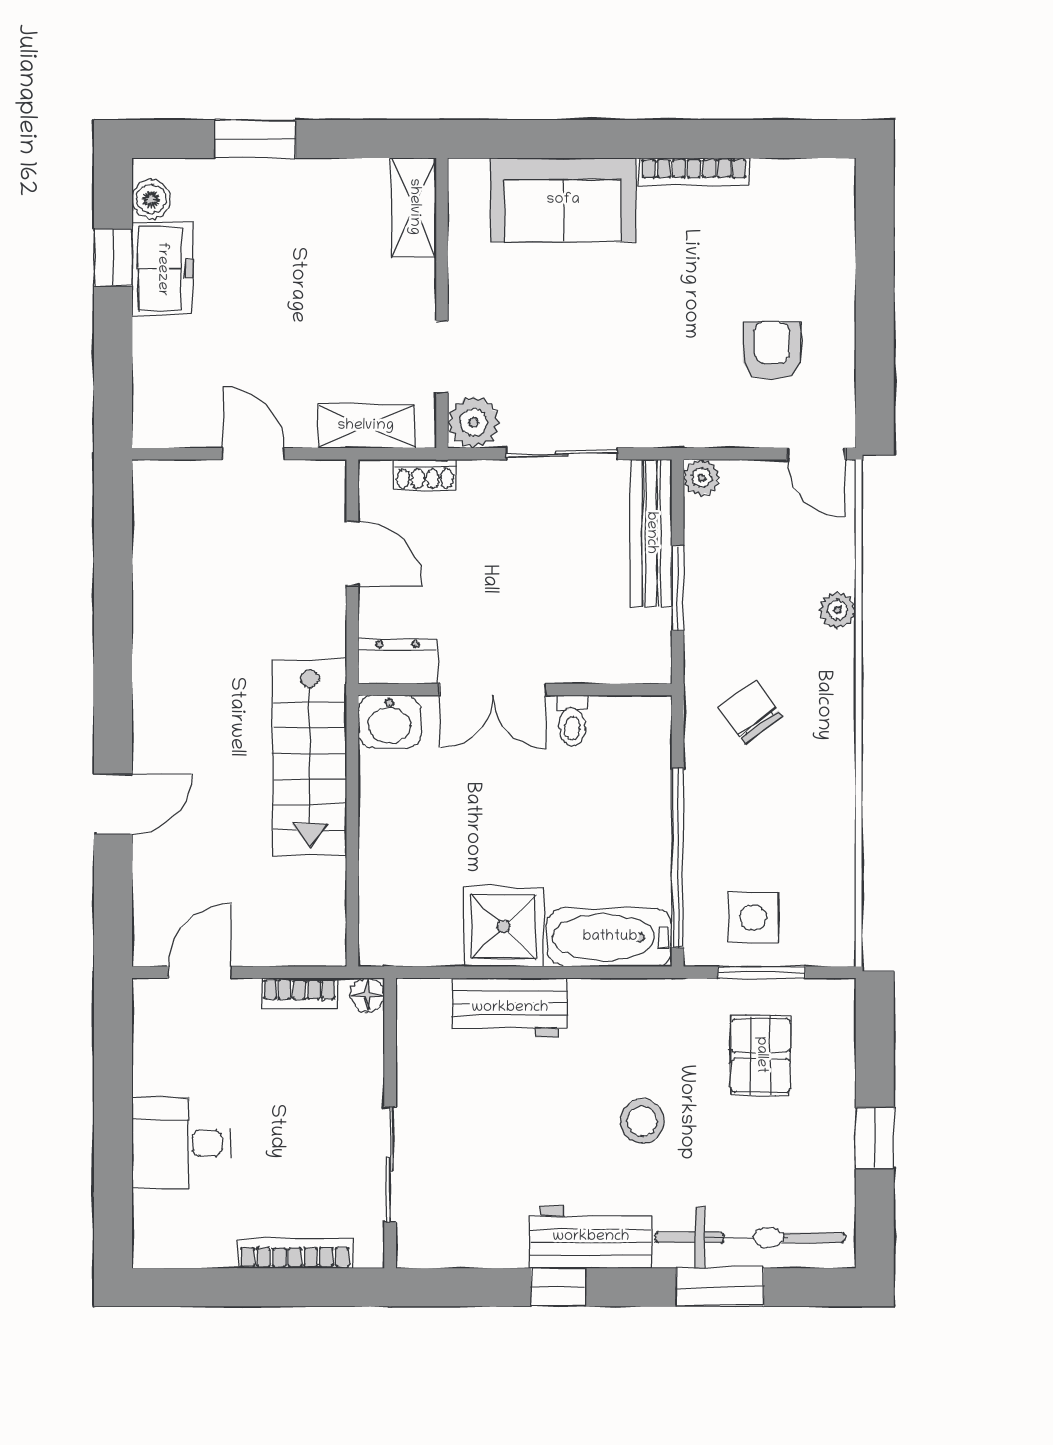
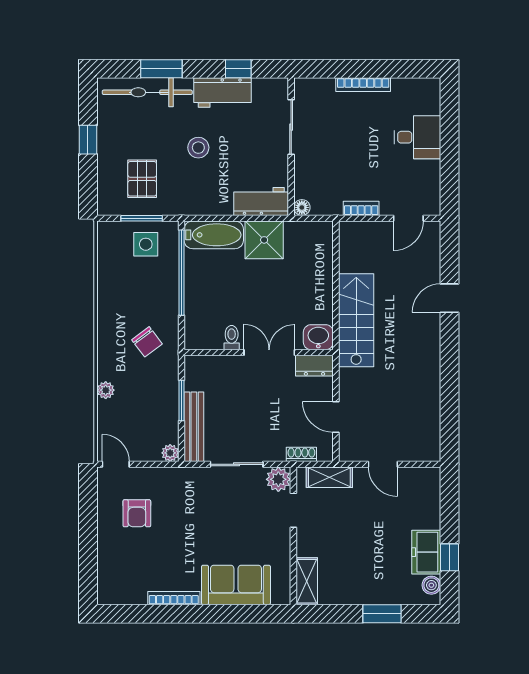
floor lamp: (367, 995) -> (302, 207), moved
wall: (390, 1123) -> (291, 147), moved
sliding door: (390, 1164) -> (291, 127), moved

